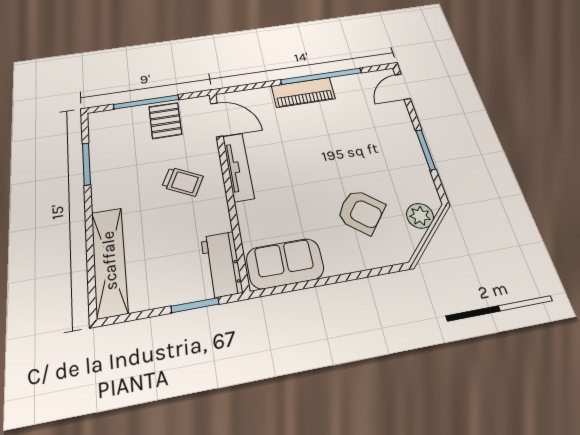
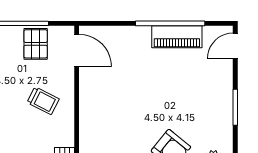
piano: (303, 92) -> (177, 37), moved
tv unit: (238, 167) -> (87, 96), removed

